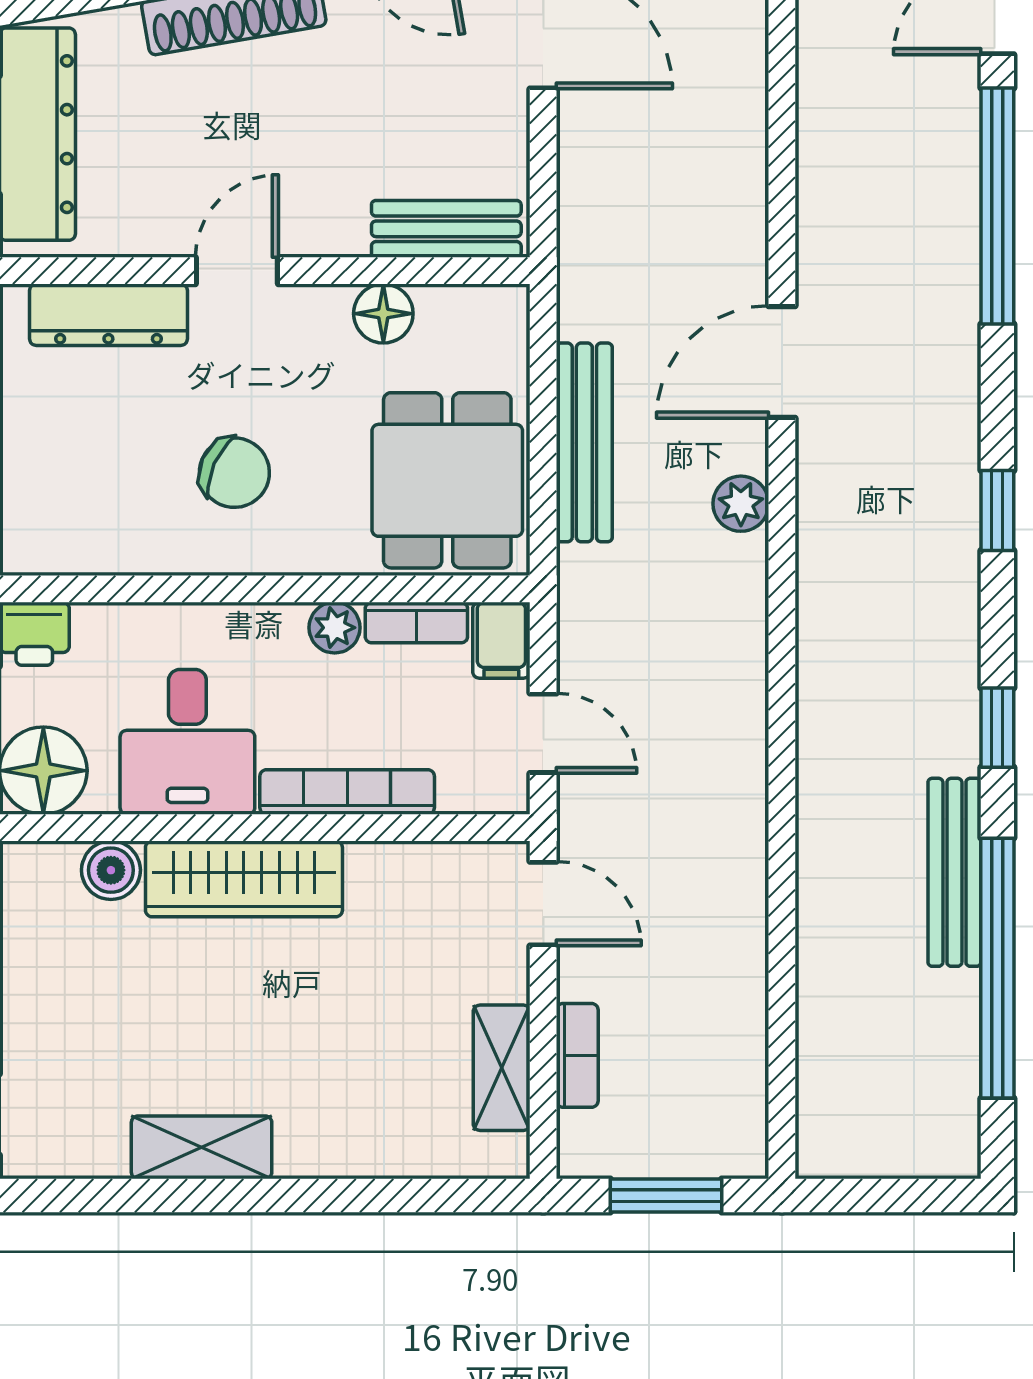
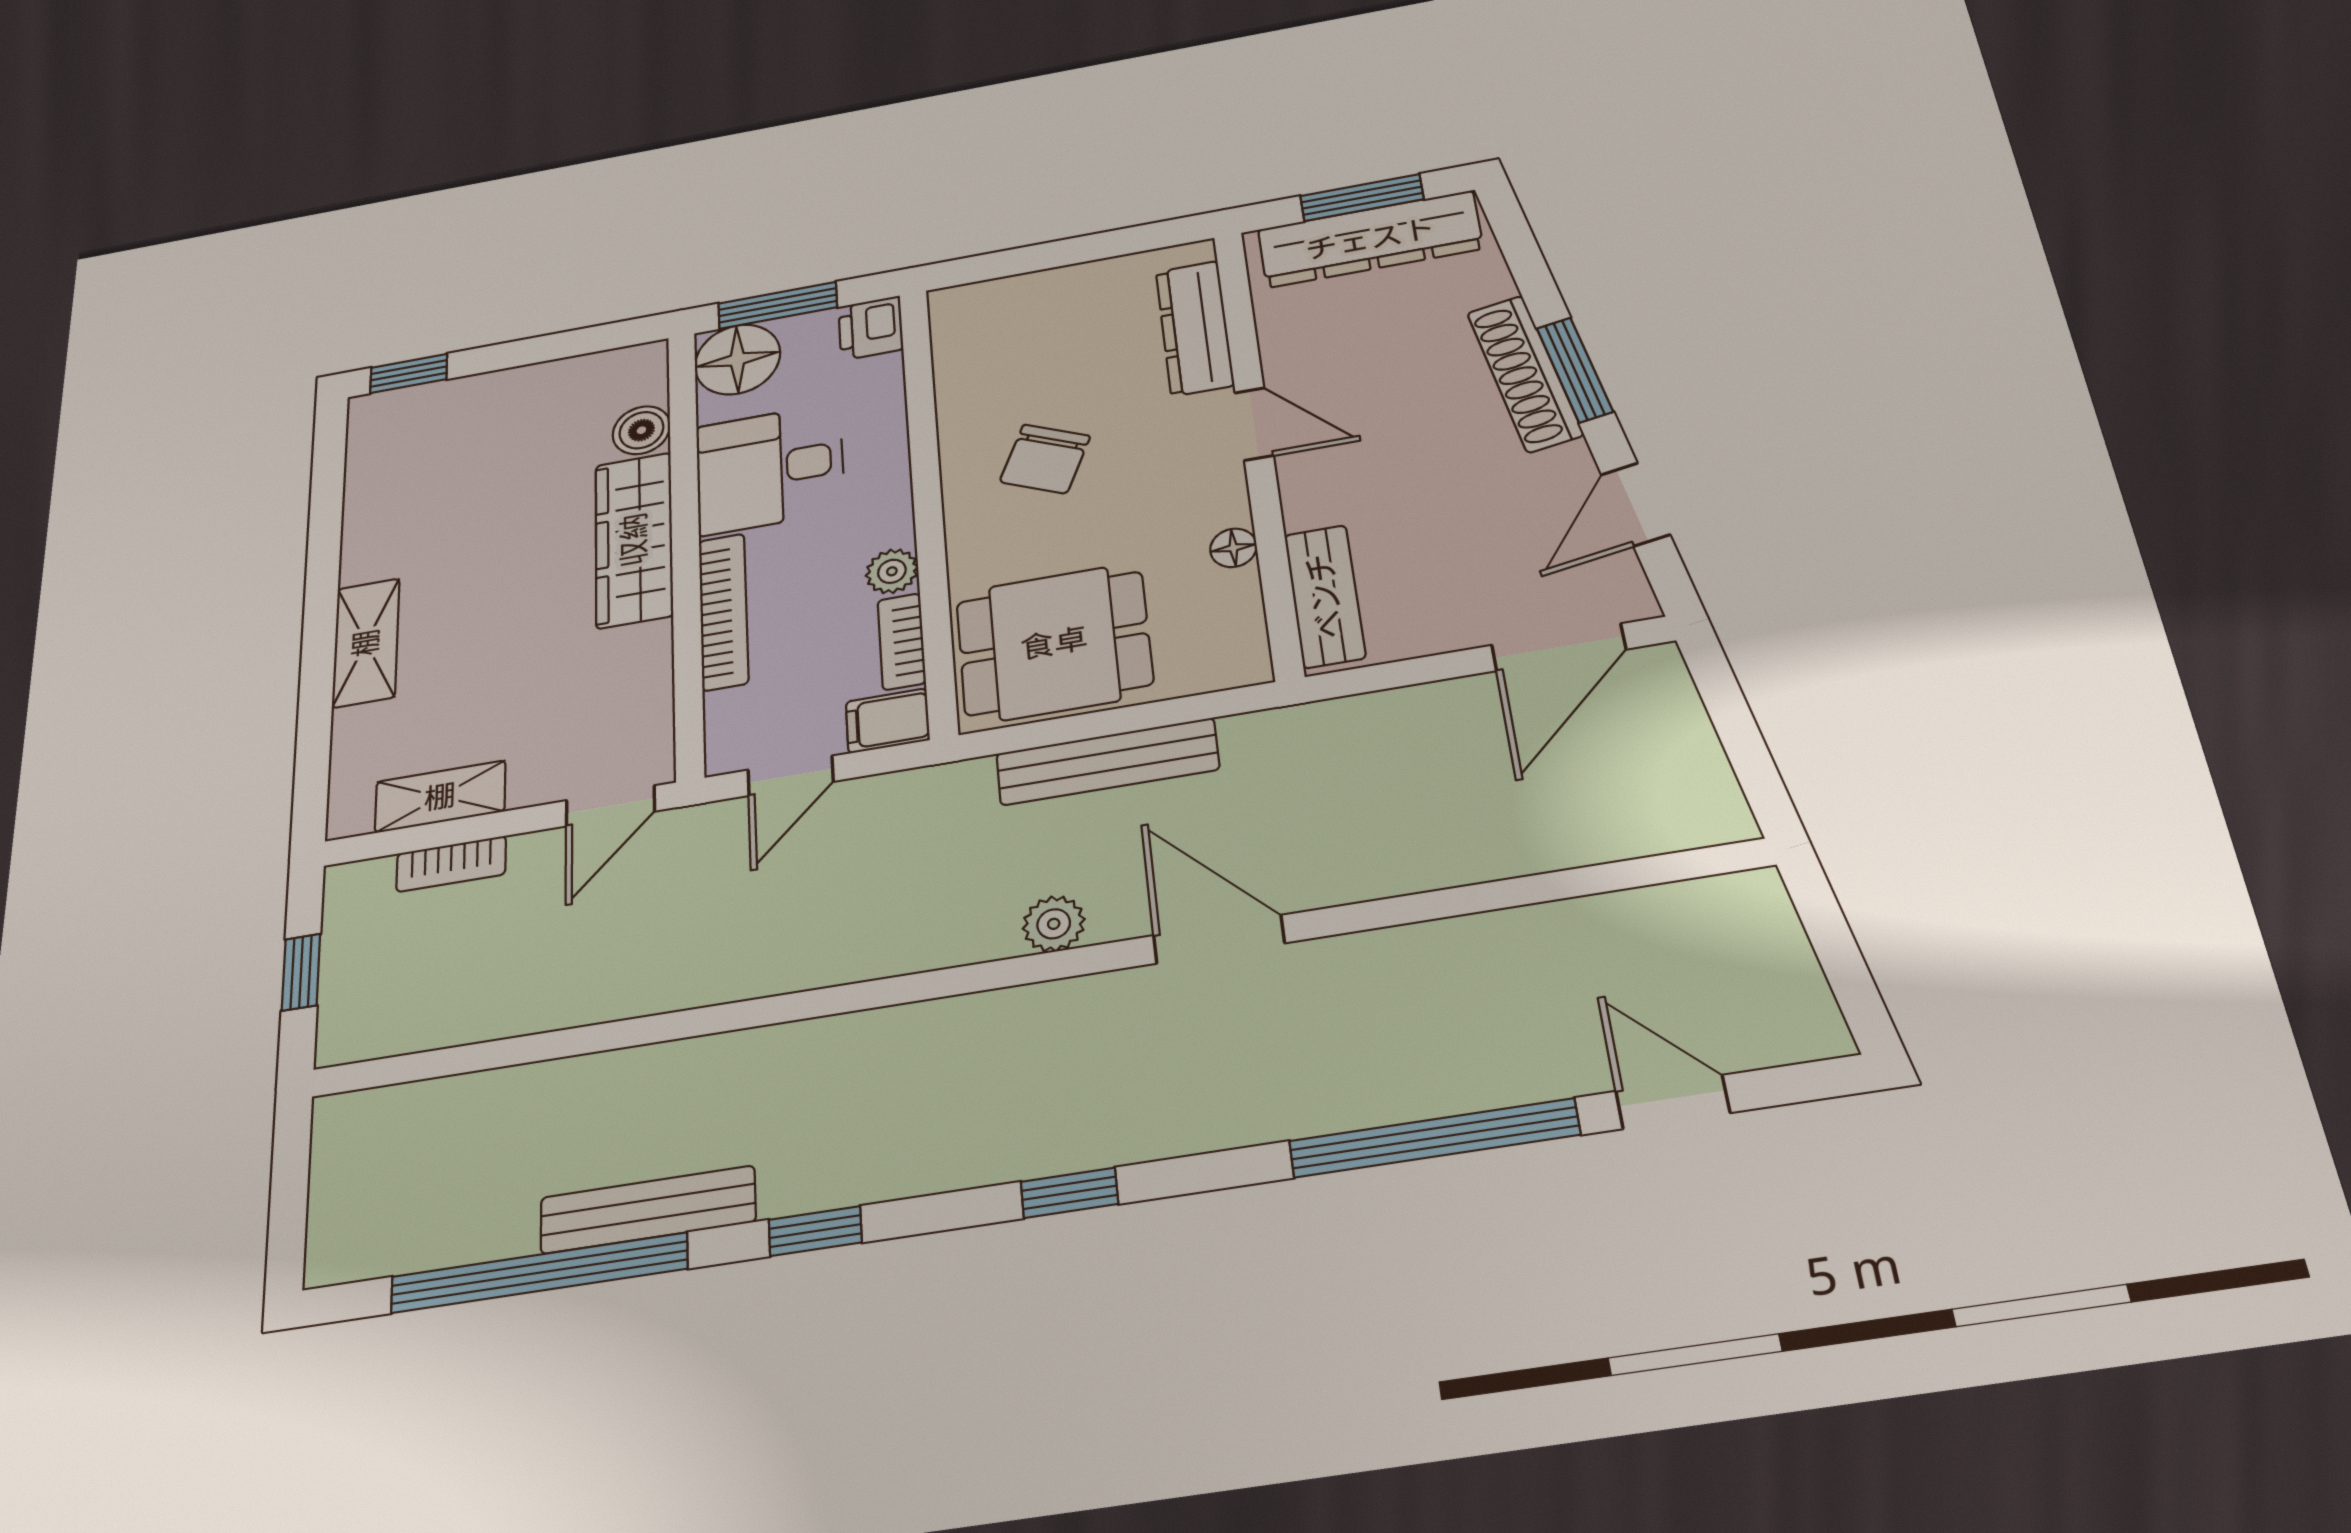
floor lamp: (383, 314) -> (1233, 548), width x0.73, depth x0.73
shelving: (202, 1147) -> (366, 643), moved
window: (666, 1196) -> (301, 972), width x0.67

